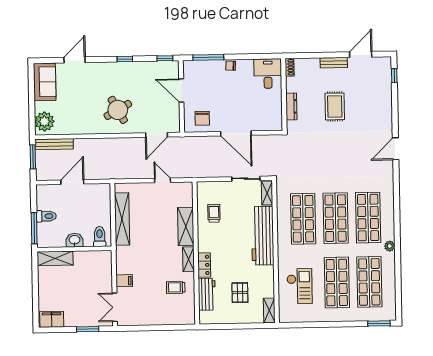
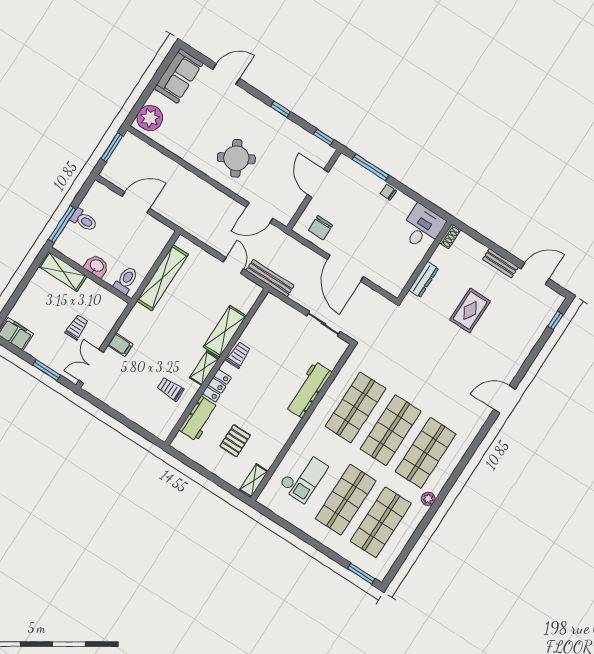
bench: (54, 144) -> (270, 278), moved
shelving: (267, 193) -> (336, 354), removed
trolley: (214, 213) -> (239, 355), moved
workbench: (263, 236) -> (309, 390), width x0.73, depth x0.76
trolley: (88, 288) -> (77, 327), added

